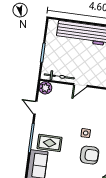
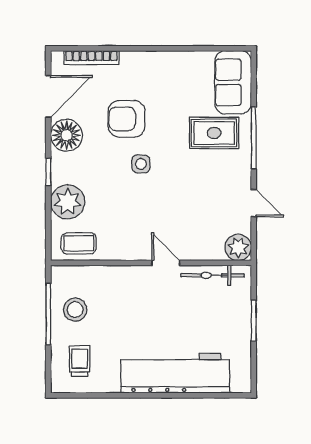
door: (80, 85) -> (166, 263), hinge flipped

